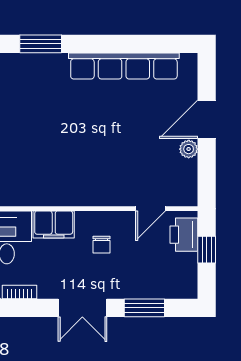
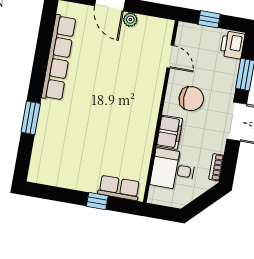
printer: (184, 235) -> (232, 45), moved, turned 90
chair: (101, 245) -> (191, 99), width x1.87, depth x1.87

